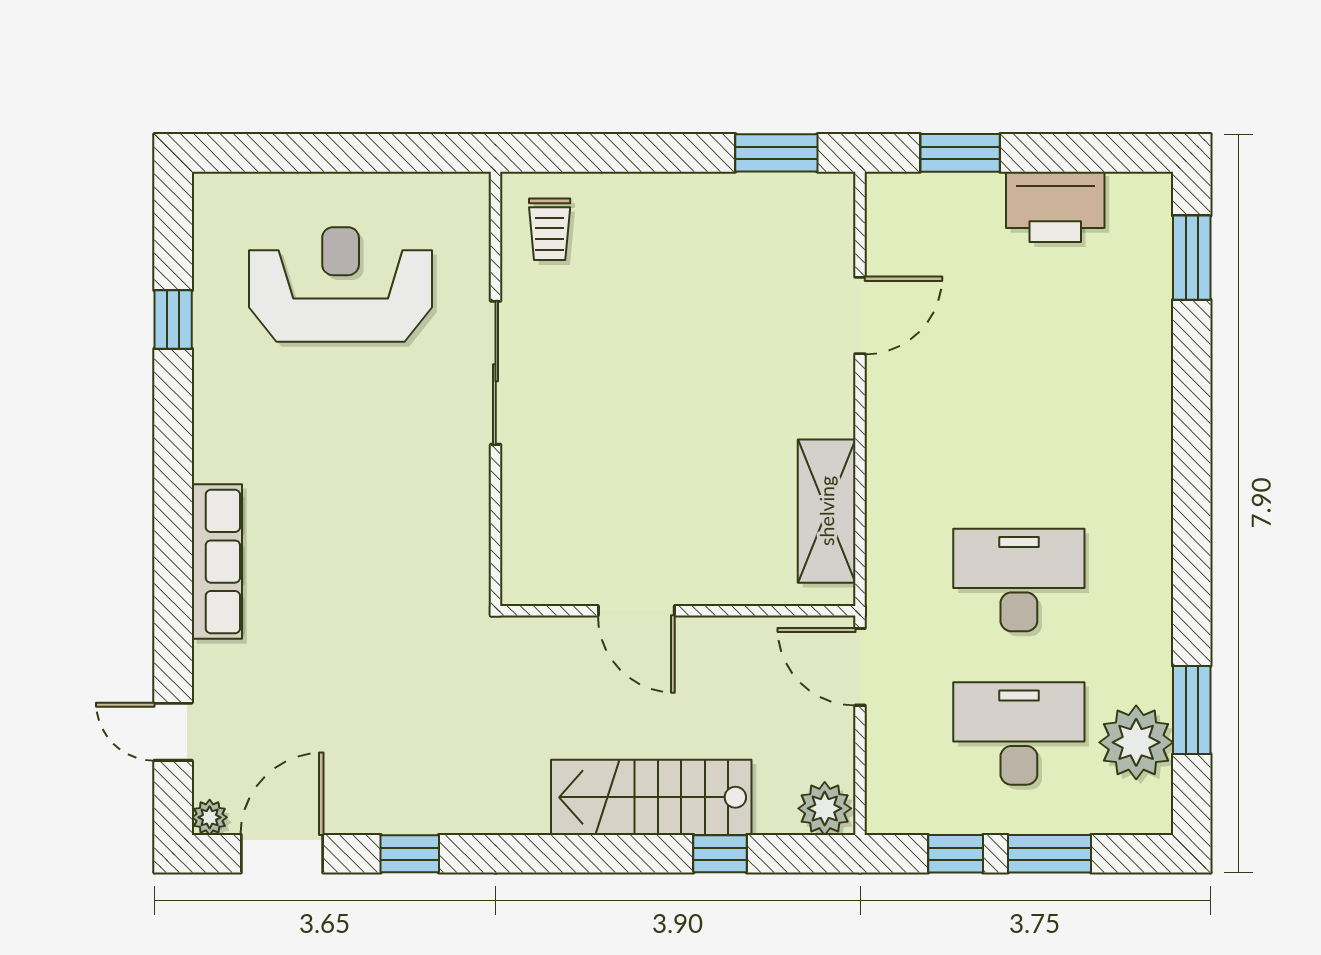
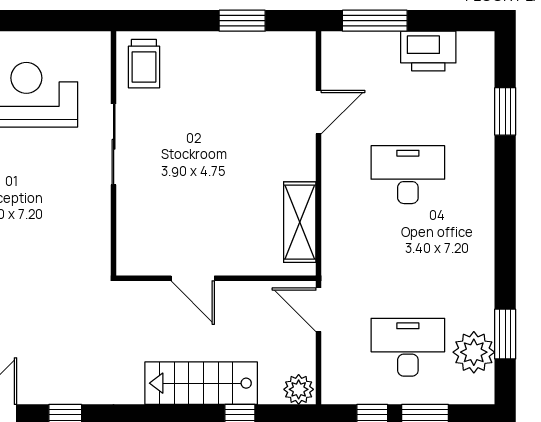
window: (776, 153) -> (242, 21), moved
window: (960, 153) -> (375, 21), width x1.44
trolley: (550, 229) -> (144, 64), width x1.36, depth x1.39
window: (1192, 258) -> (505, 111), moved
desk: (1019, 580) -> (408, 175), moved

